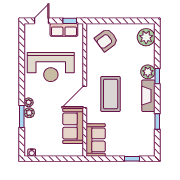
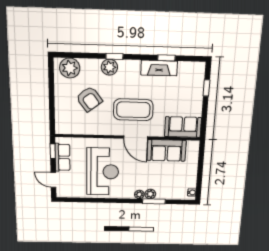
armchair: (106, 40) -> (89, 99), moved
fireplace: (148, 96) -> (159, 68), moved

